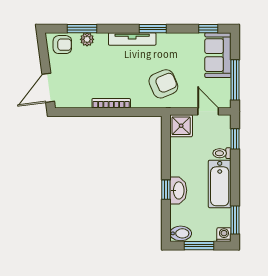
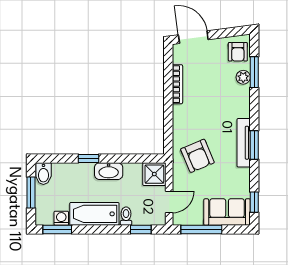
tv unit: (132, 39) -> (244, 143), moved
bookcase: (111, 103) -> (177, 84), moved
washbasin: (178, 190) -> (109, 171), moved
washing machine: (224, 235) -> (61, 218), moved, turned -90

